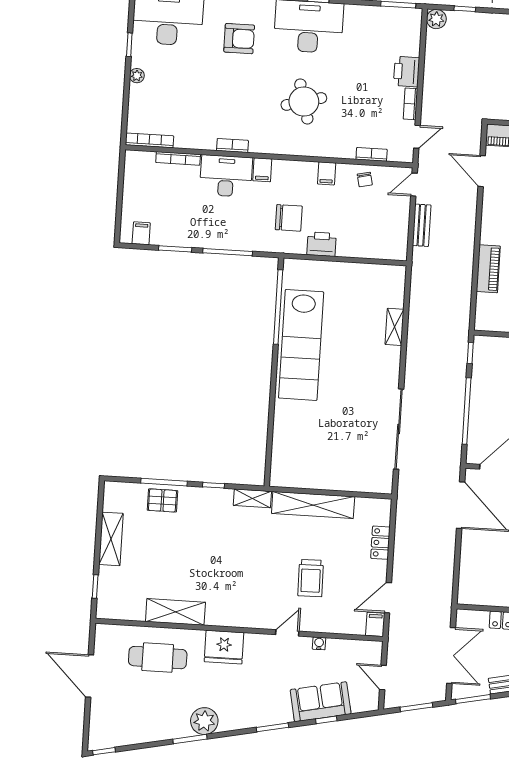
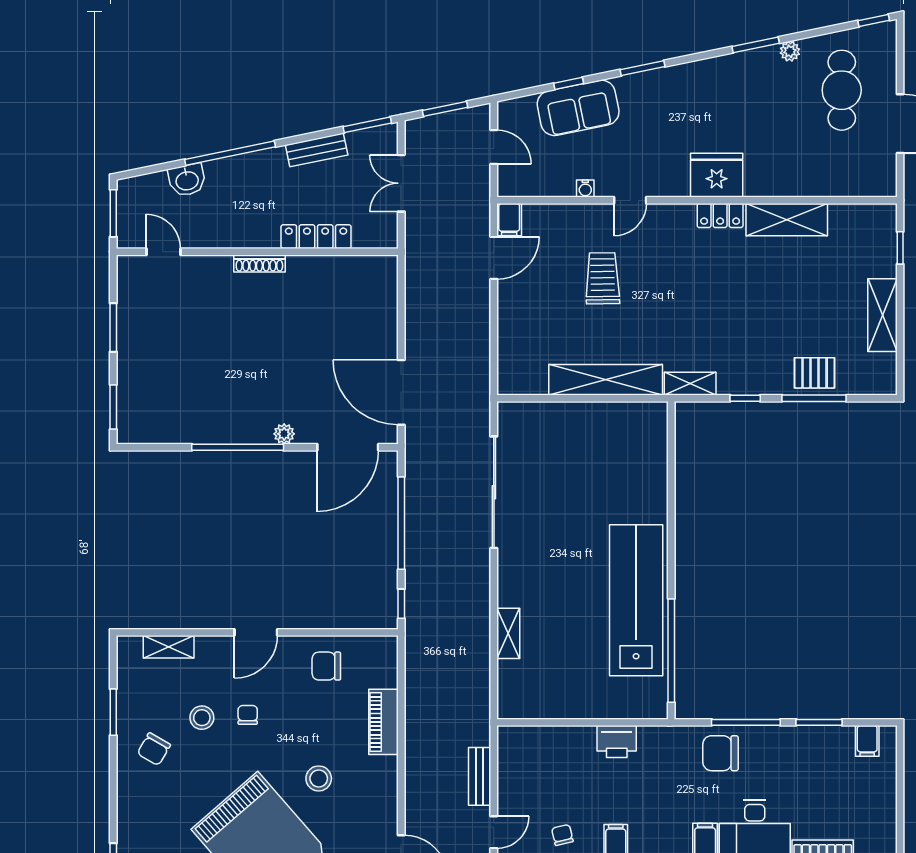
chair: (289, 218) -> (720, 753), moved
locker: (380, 543) -> (720, 215), moved, turned 90
double door: (451, 656) -> (401, 183), width x0.73
cafe table: (158, 658) -> (842, 90), moved, turned 90
plant: (204, 721) -> (790, 51), moved, width x0.53, depth x0.53

